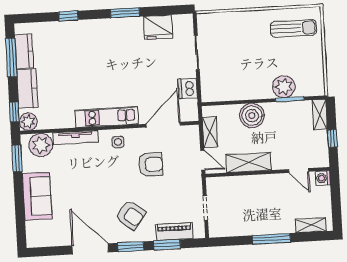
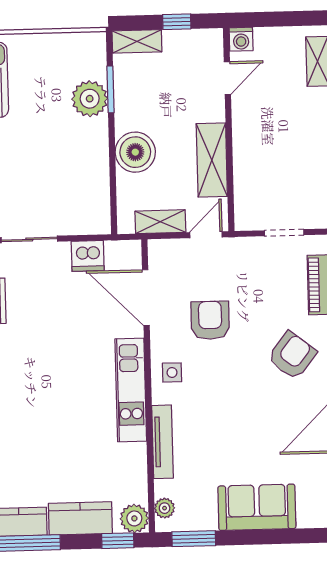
plant: (41, 145) -> (165, 508), width x0.53, depth x0.53

